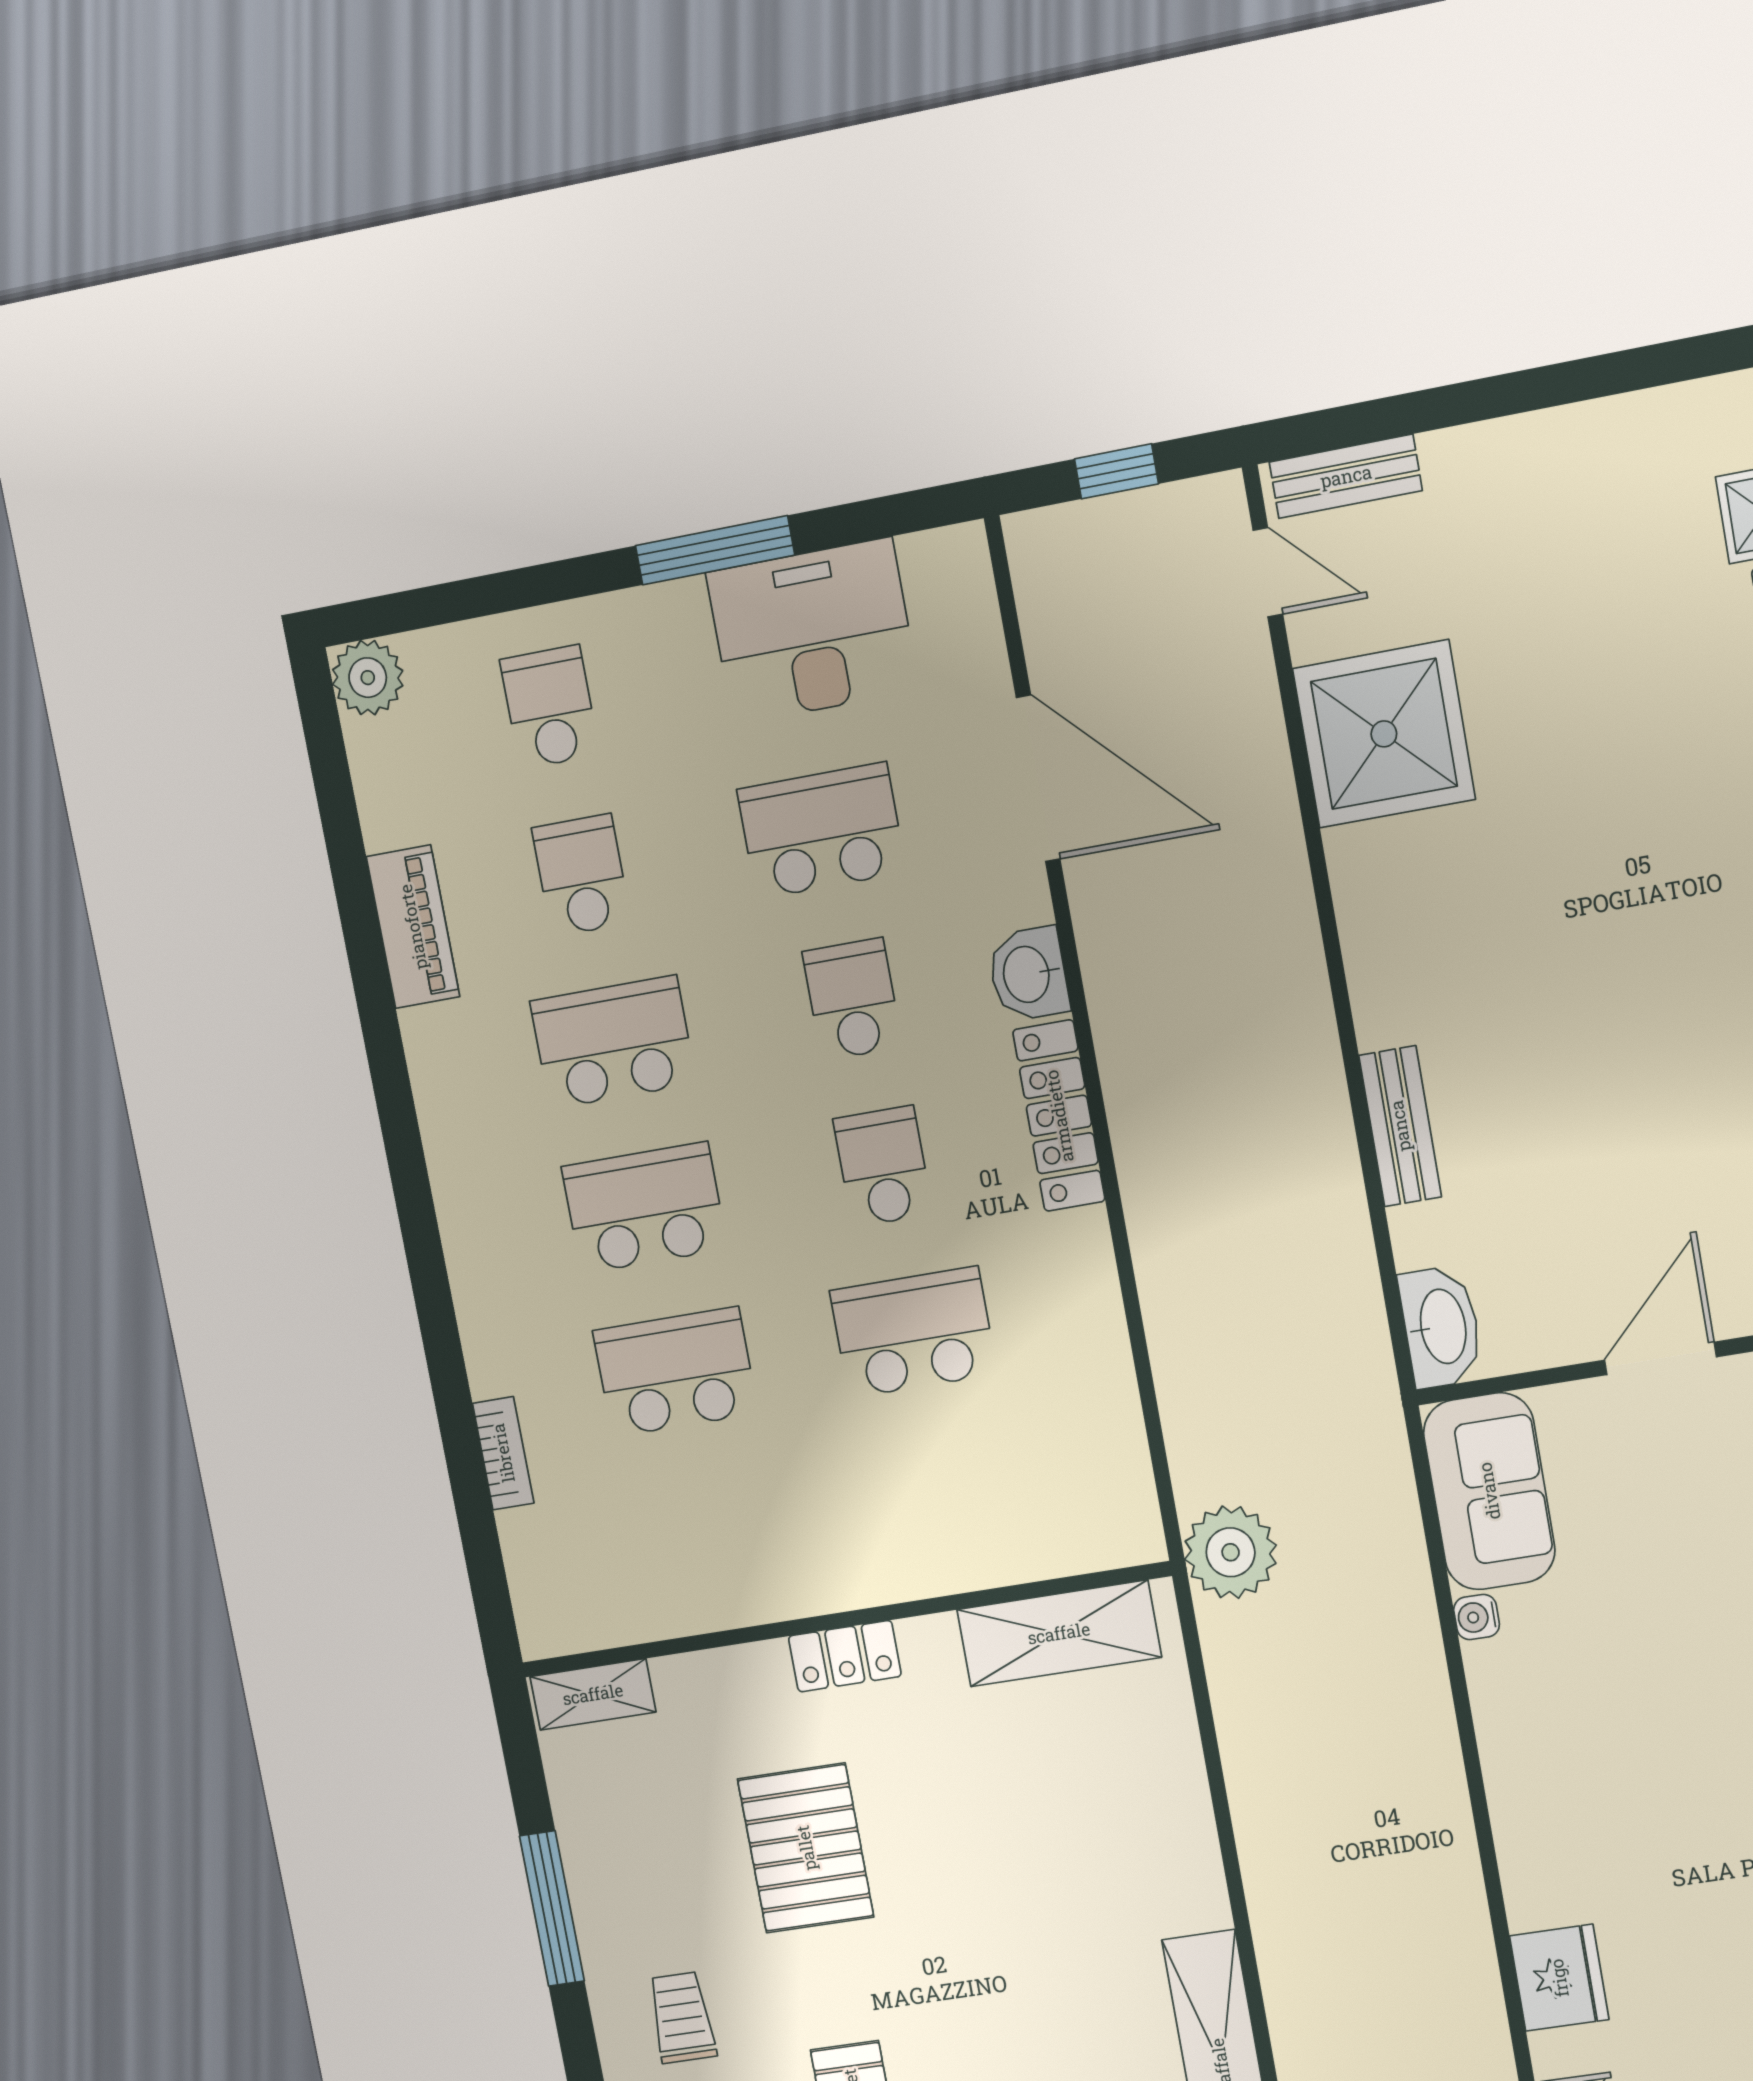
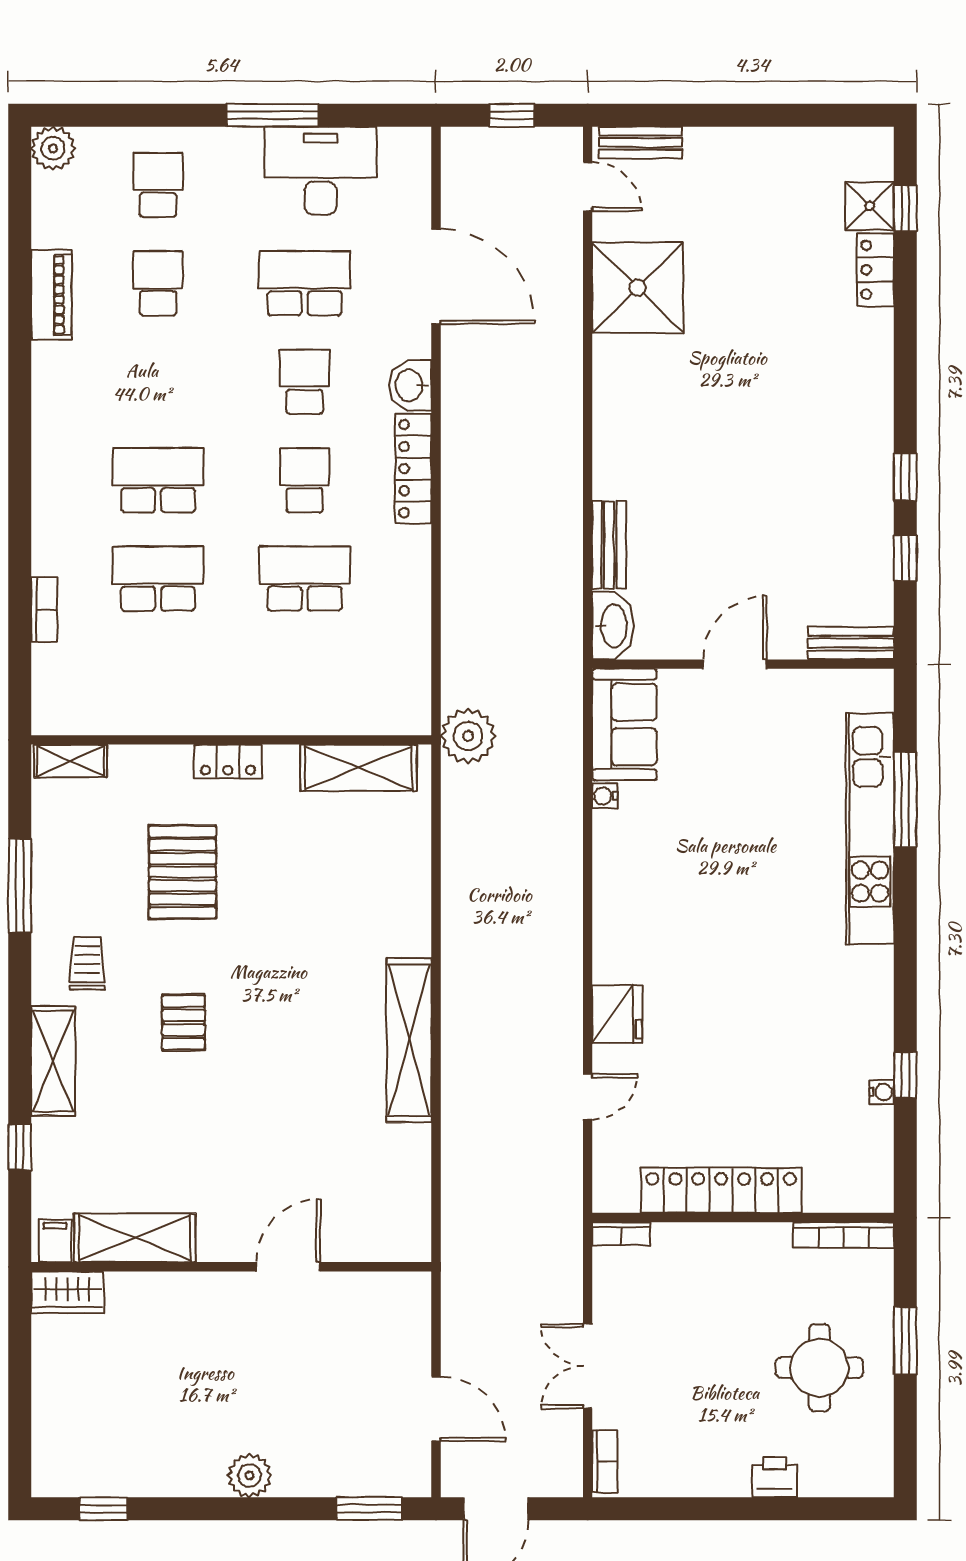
school desk: (613, 1042) -> (158, 382), removed
bench: (1400, 1126) -> (609, 545), moved

